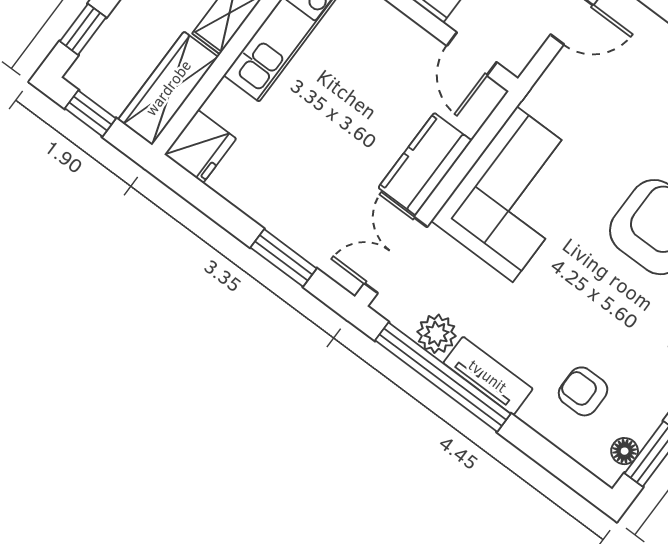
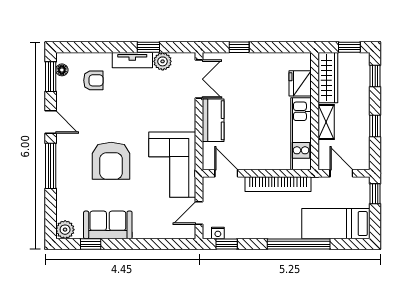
fridge: (200, 146) -> (300, 83), moved
corner sofa: (515, 194) -> (172, 165), moved
window: (284, 258) -> (239, 47), width x0.67
window: (443, 377) -> (148, 47), width x0.32

